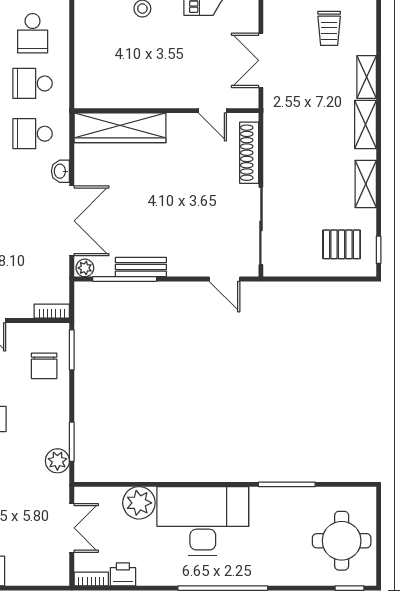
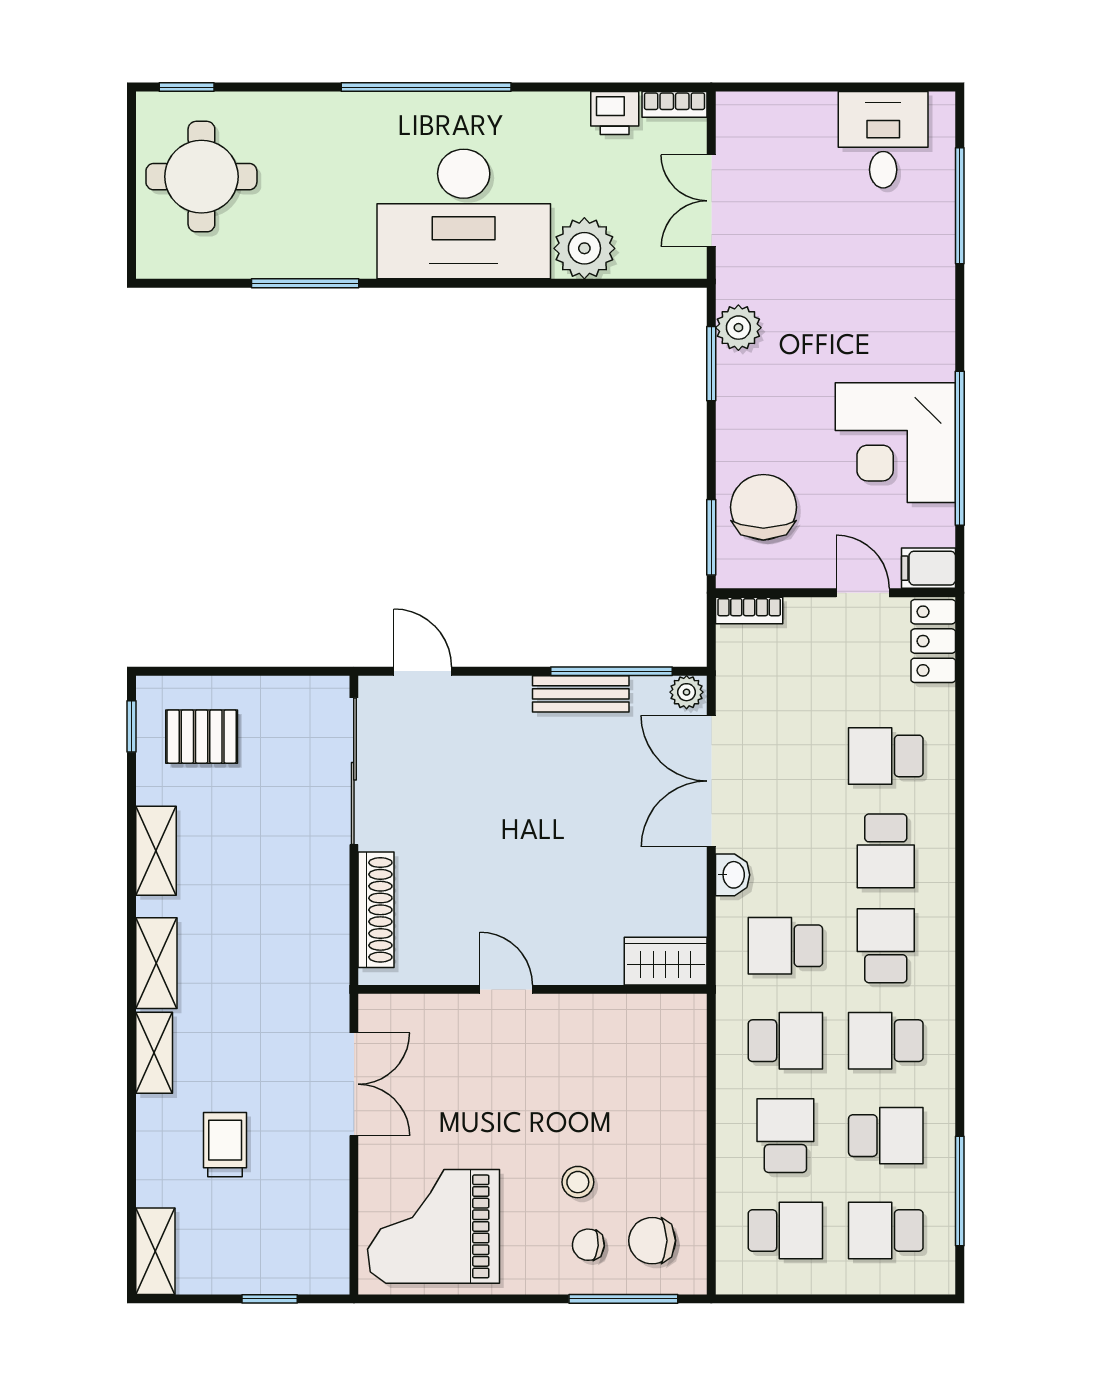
door: (212, 111) -> (506, 989), moved
wardrobe: (120, 128) -> (666, 961), width x0.48, depth x0.85
school desk: (33, 134) -> (785, 946), turned 180
chair: (44, 366) -> (763, 507), width x1.37, depth x1.37

